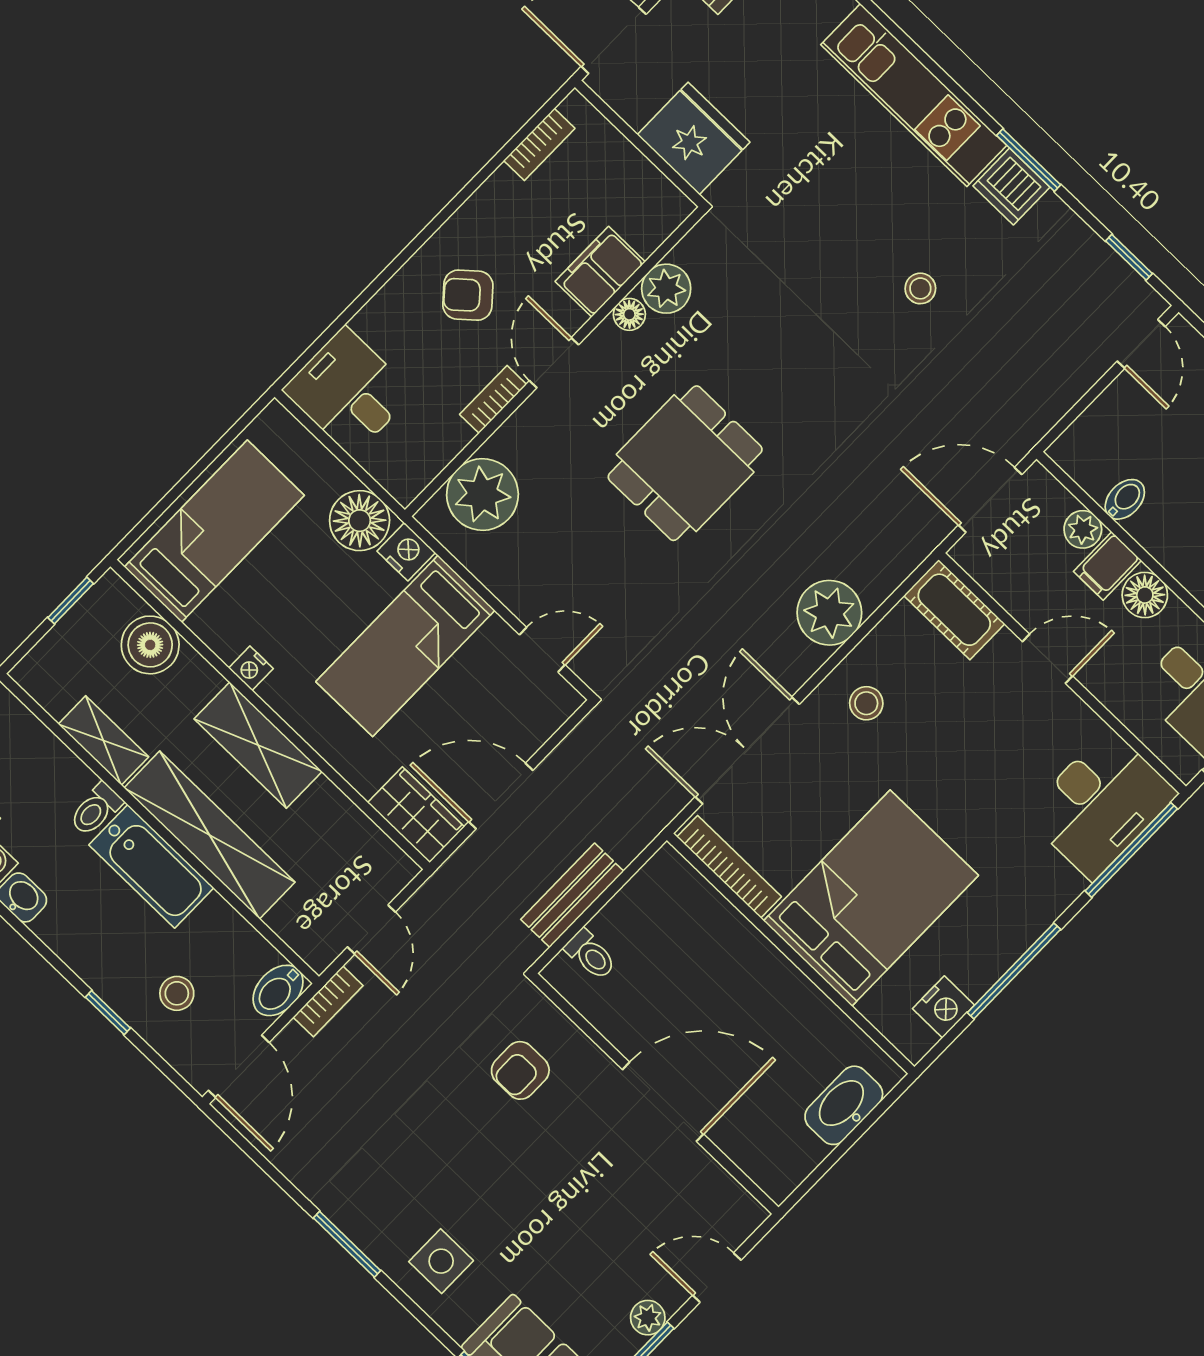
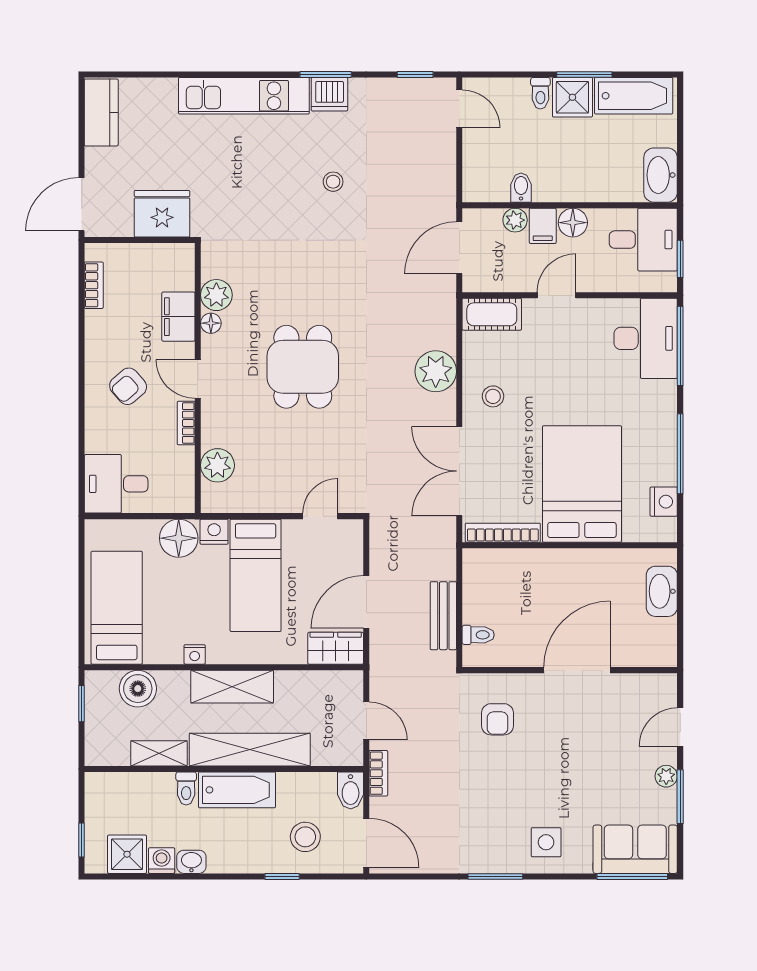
plant: (482, 495) -> (217, 465), width x0.73, depth x0.73
stool: (177, 993) -> (305, 837), width x1.37, depth x1.37

